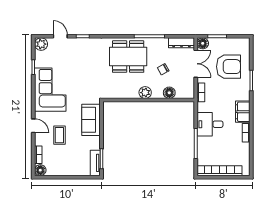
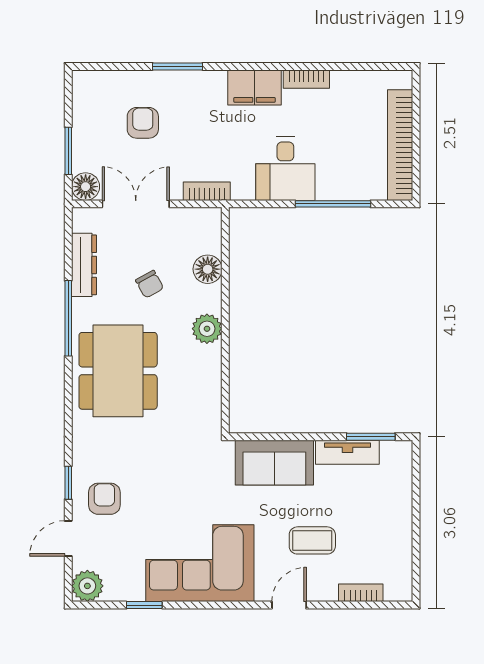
dresser: (181, 43) -> (84, 265), moved
armchair: (76, 51) -> (104, 499), added
armchair: (228, 67) -> (143, 123), width x0.53, depth x0.53
tv unit: (95, 163) -> (347, 452), moved
floor lamp: (40, 170) -> (399, 588), removed

